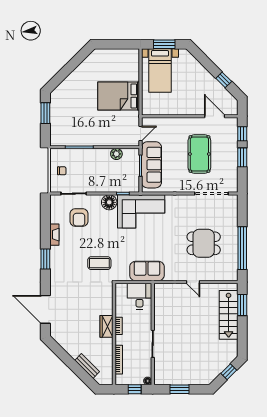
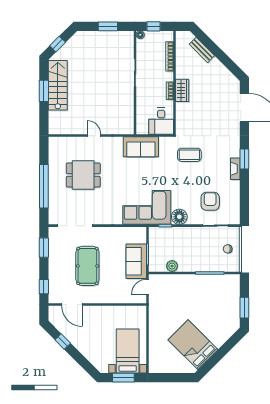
bed: (119, 96) -> (193, 345), moved, turned -135
window: (242, 157) -> (44, 248), moved
sofa: (151, 165) -> (136, 261), width x0.73
fireplace: (54, 235) -> (235, 169), moved
window: (242, 248) -> (44, 186), moved
desk: (139, 296) -> (161, 121), moved
window: (242, 305) -> (44, 91), moved
stairs: (229, 315) -> (58, 85), moved

